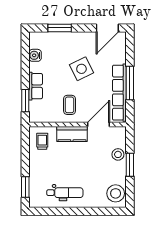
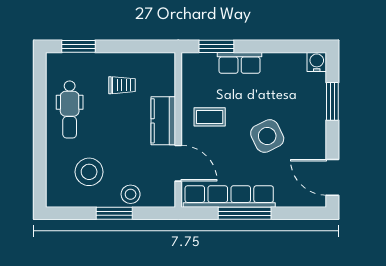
water cooler: (35, 55) -> (317, 62), moved
trolley: (42, 141) -> (122, 85), moved
stool: (116, 193) -> (89, 172), moved

